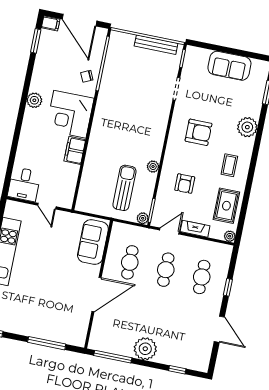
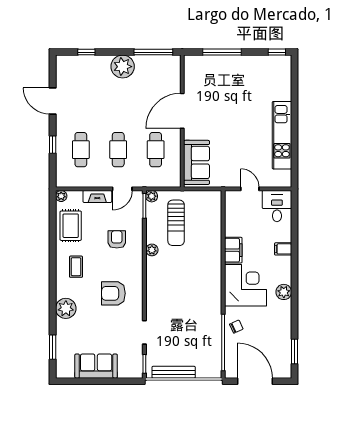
filing cabinet: (51, 23) -> (283, 249), moved

